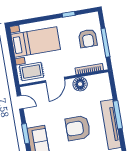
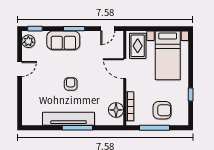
armchair: (88, 38) -> (162, 110), turned 180
floor lamp: (80, 84) -> (116, 110), moved
armchair: (78, 128) -> (71, 84), width x0.53, depth x0.53

